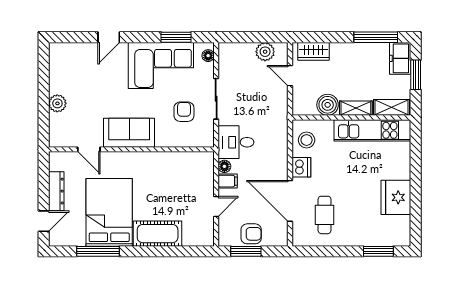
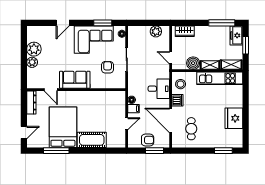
door: (290, 76) -> (171, 58), moved
plant: (61, 81) -> (34, 49), added
desk: (236, 142) -> (159, 89), moved, turned 180
dresser: (56, 191) -> (31, 102), moved
window: (246, 251) -> (155, 151), moved

